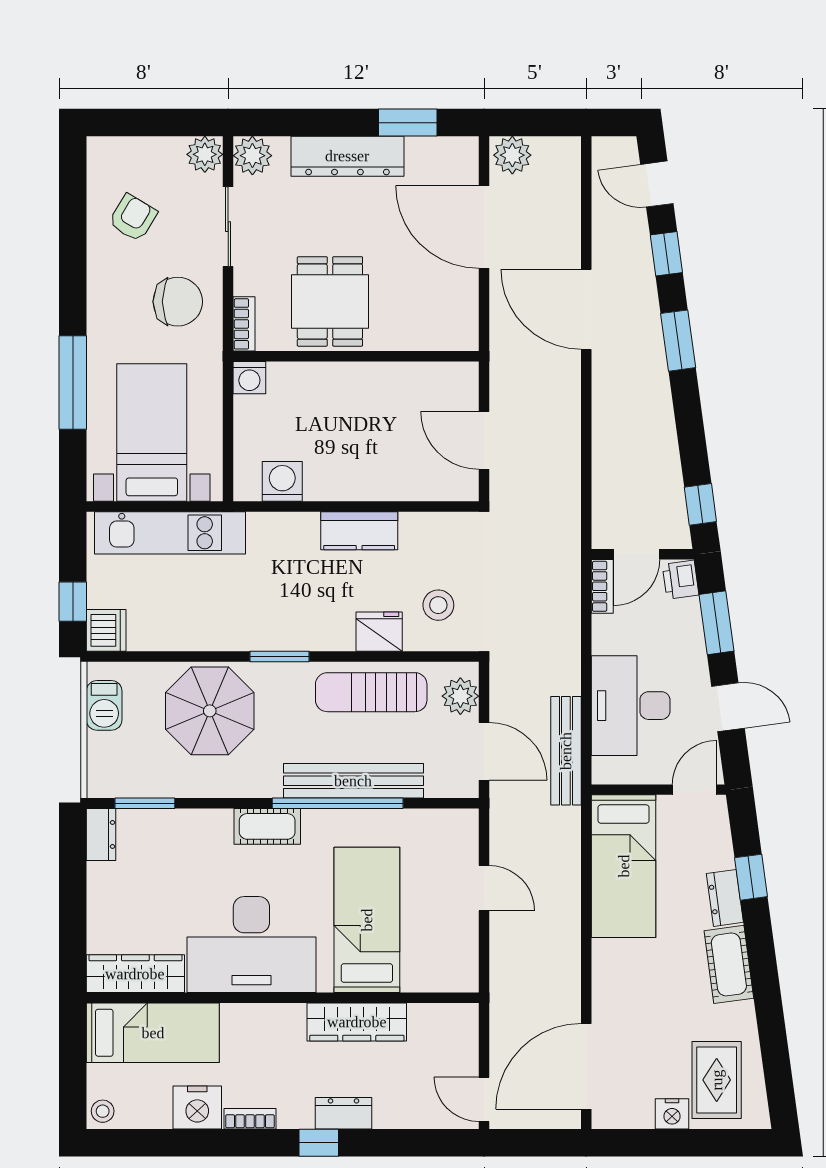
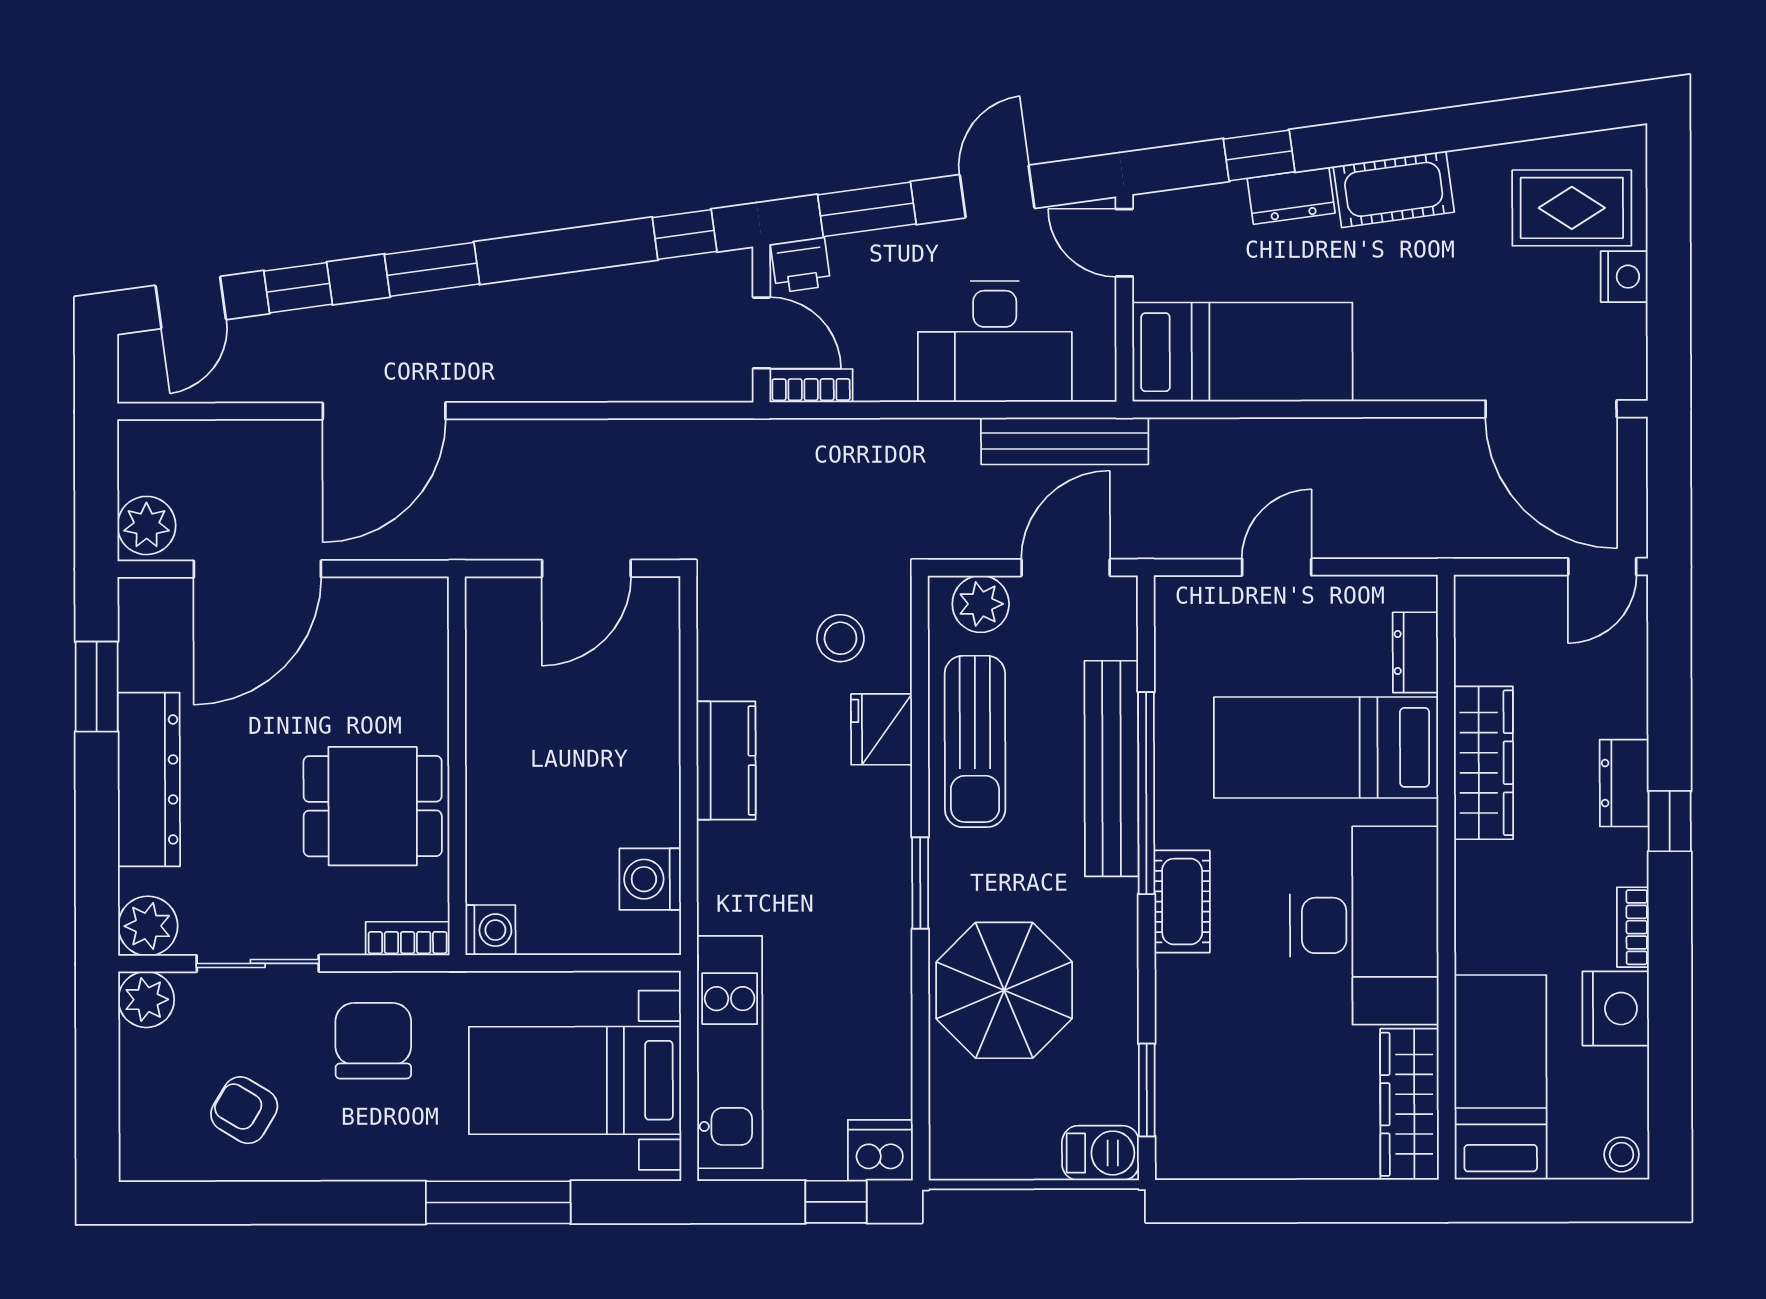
barbecue: (104, 705) -> (1100, 1153), moved
dresser: (101, 834) -> (1415, 652), moved, turned -90

